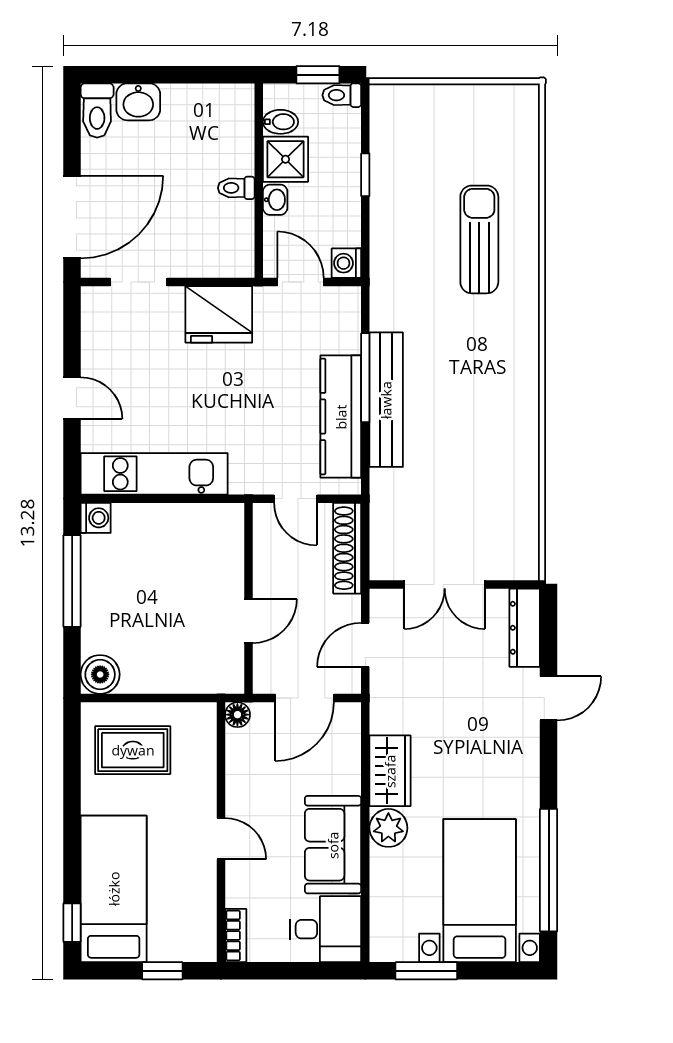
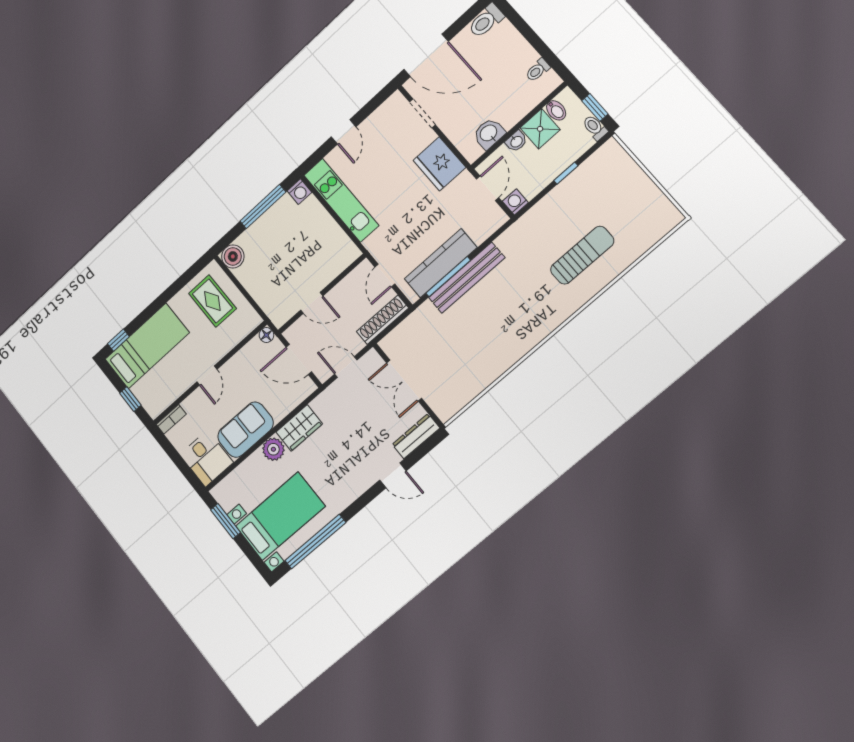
washbasin: (138, 102) -> (489, 133), moved, turned 90
toilet: (236, 188) -> (538, 70), moved, turned -90
window: (365, 378) -> (448, 277), moved

